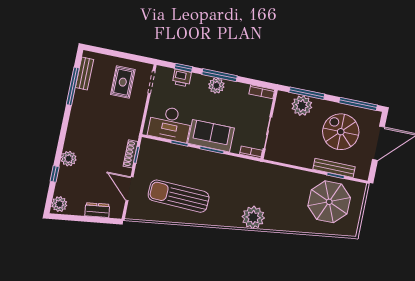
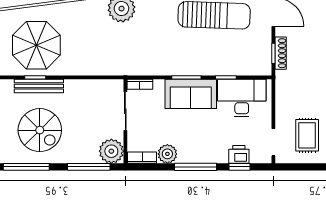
plant: (216, 86) -> (167, 154), moved
plant: (302, 106) -> (111, 151), moved

